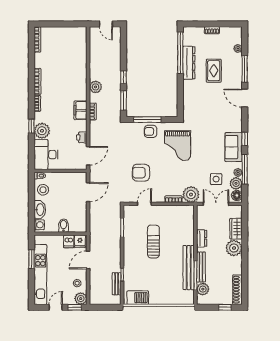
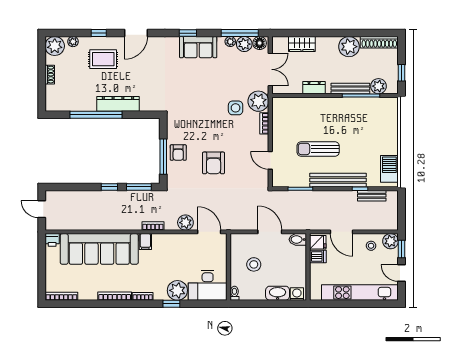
door: (106, 24) -> (42, 209), swing flipped
plant: (234, 34) -> (55, 46), added
window: (180, 53) -> (96, 115), moved
dresser: (189, 63) -> (118, 104), moved
sofa: (75, 69) -> (99, 249), added
window: (245, 69) -> (99, 33), width x0.46
rug: (214, 71) -> (103, 59), moved
plant: (95, 87) -> (185, 223), moved
filing cabinet: (81, 110) -> (145, 242), width x0.50
printer: (82, 137) -> (52, 240), moved
grand piano: (178, 146) -> (196, 118), removed
window: (245, 169) -> (240, 33), moved
armchair: (141, 173) -> (214, 163), moved
side table: (216, 179) -> (236, 108), moved
stool: (43, 190) -> (254, 264), moved
door: (88, 192) -> (270, 232), moved
double door: (216, 204) -> (270, 69), swing flipped
bidet: (64, 226) -> (298, 239), moved
plant: (234, 248) -> (349, 47), moved
window: (31, 259) -> (341, 304), removed
bench: (189, 268) -> (338, 180), moved
window: (225, 307) -> (402, 73), moved

